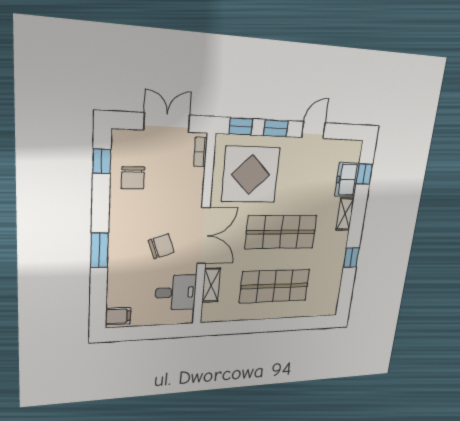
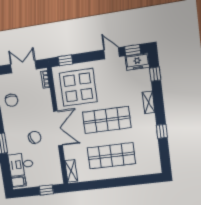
window: (276, 128) -> (133, 50), moved
door: (314, 130) -> (112, 53), hinge flipped
freezer: (347, 180) -> (137, 62), moved, turned -90
shelving: (211, 285) -> (71, 171), moved
desk: (176, 293) -> (21, 164), moved, turned 180
window: (163, 332) -> (46, 190), added

